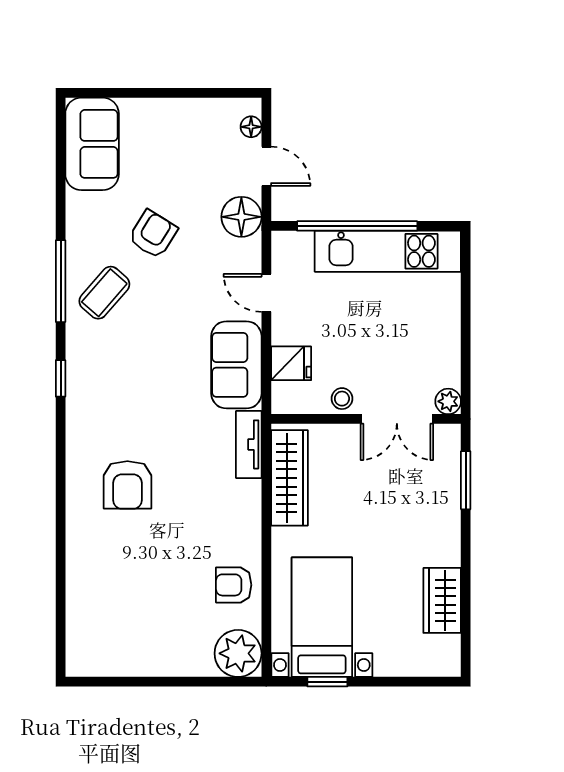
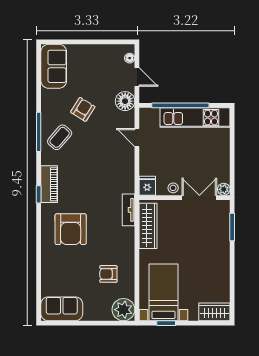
fridge: (291, 363) -> (147, 186), moved, turned -90
sofa: (236, 365) -> (62, 309), moved, turned 90
window: (61, 378) -> (39, 194), moved
piano: (83, 391) -> (49, 184), added
double door: (397, 419) -> (199, 198), swing flipped
armchair: (127, 485) -> (71, 229), width x1.36, depth x1.36
armchair: (234, 585) -> (108, 274), moved
wardrobe: (442, 600) -> (214, 312), moved, turned 90

